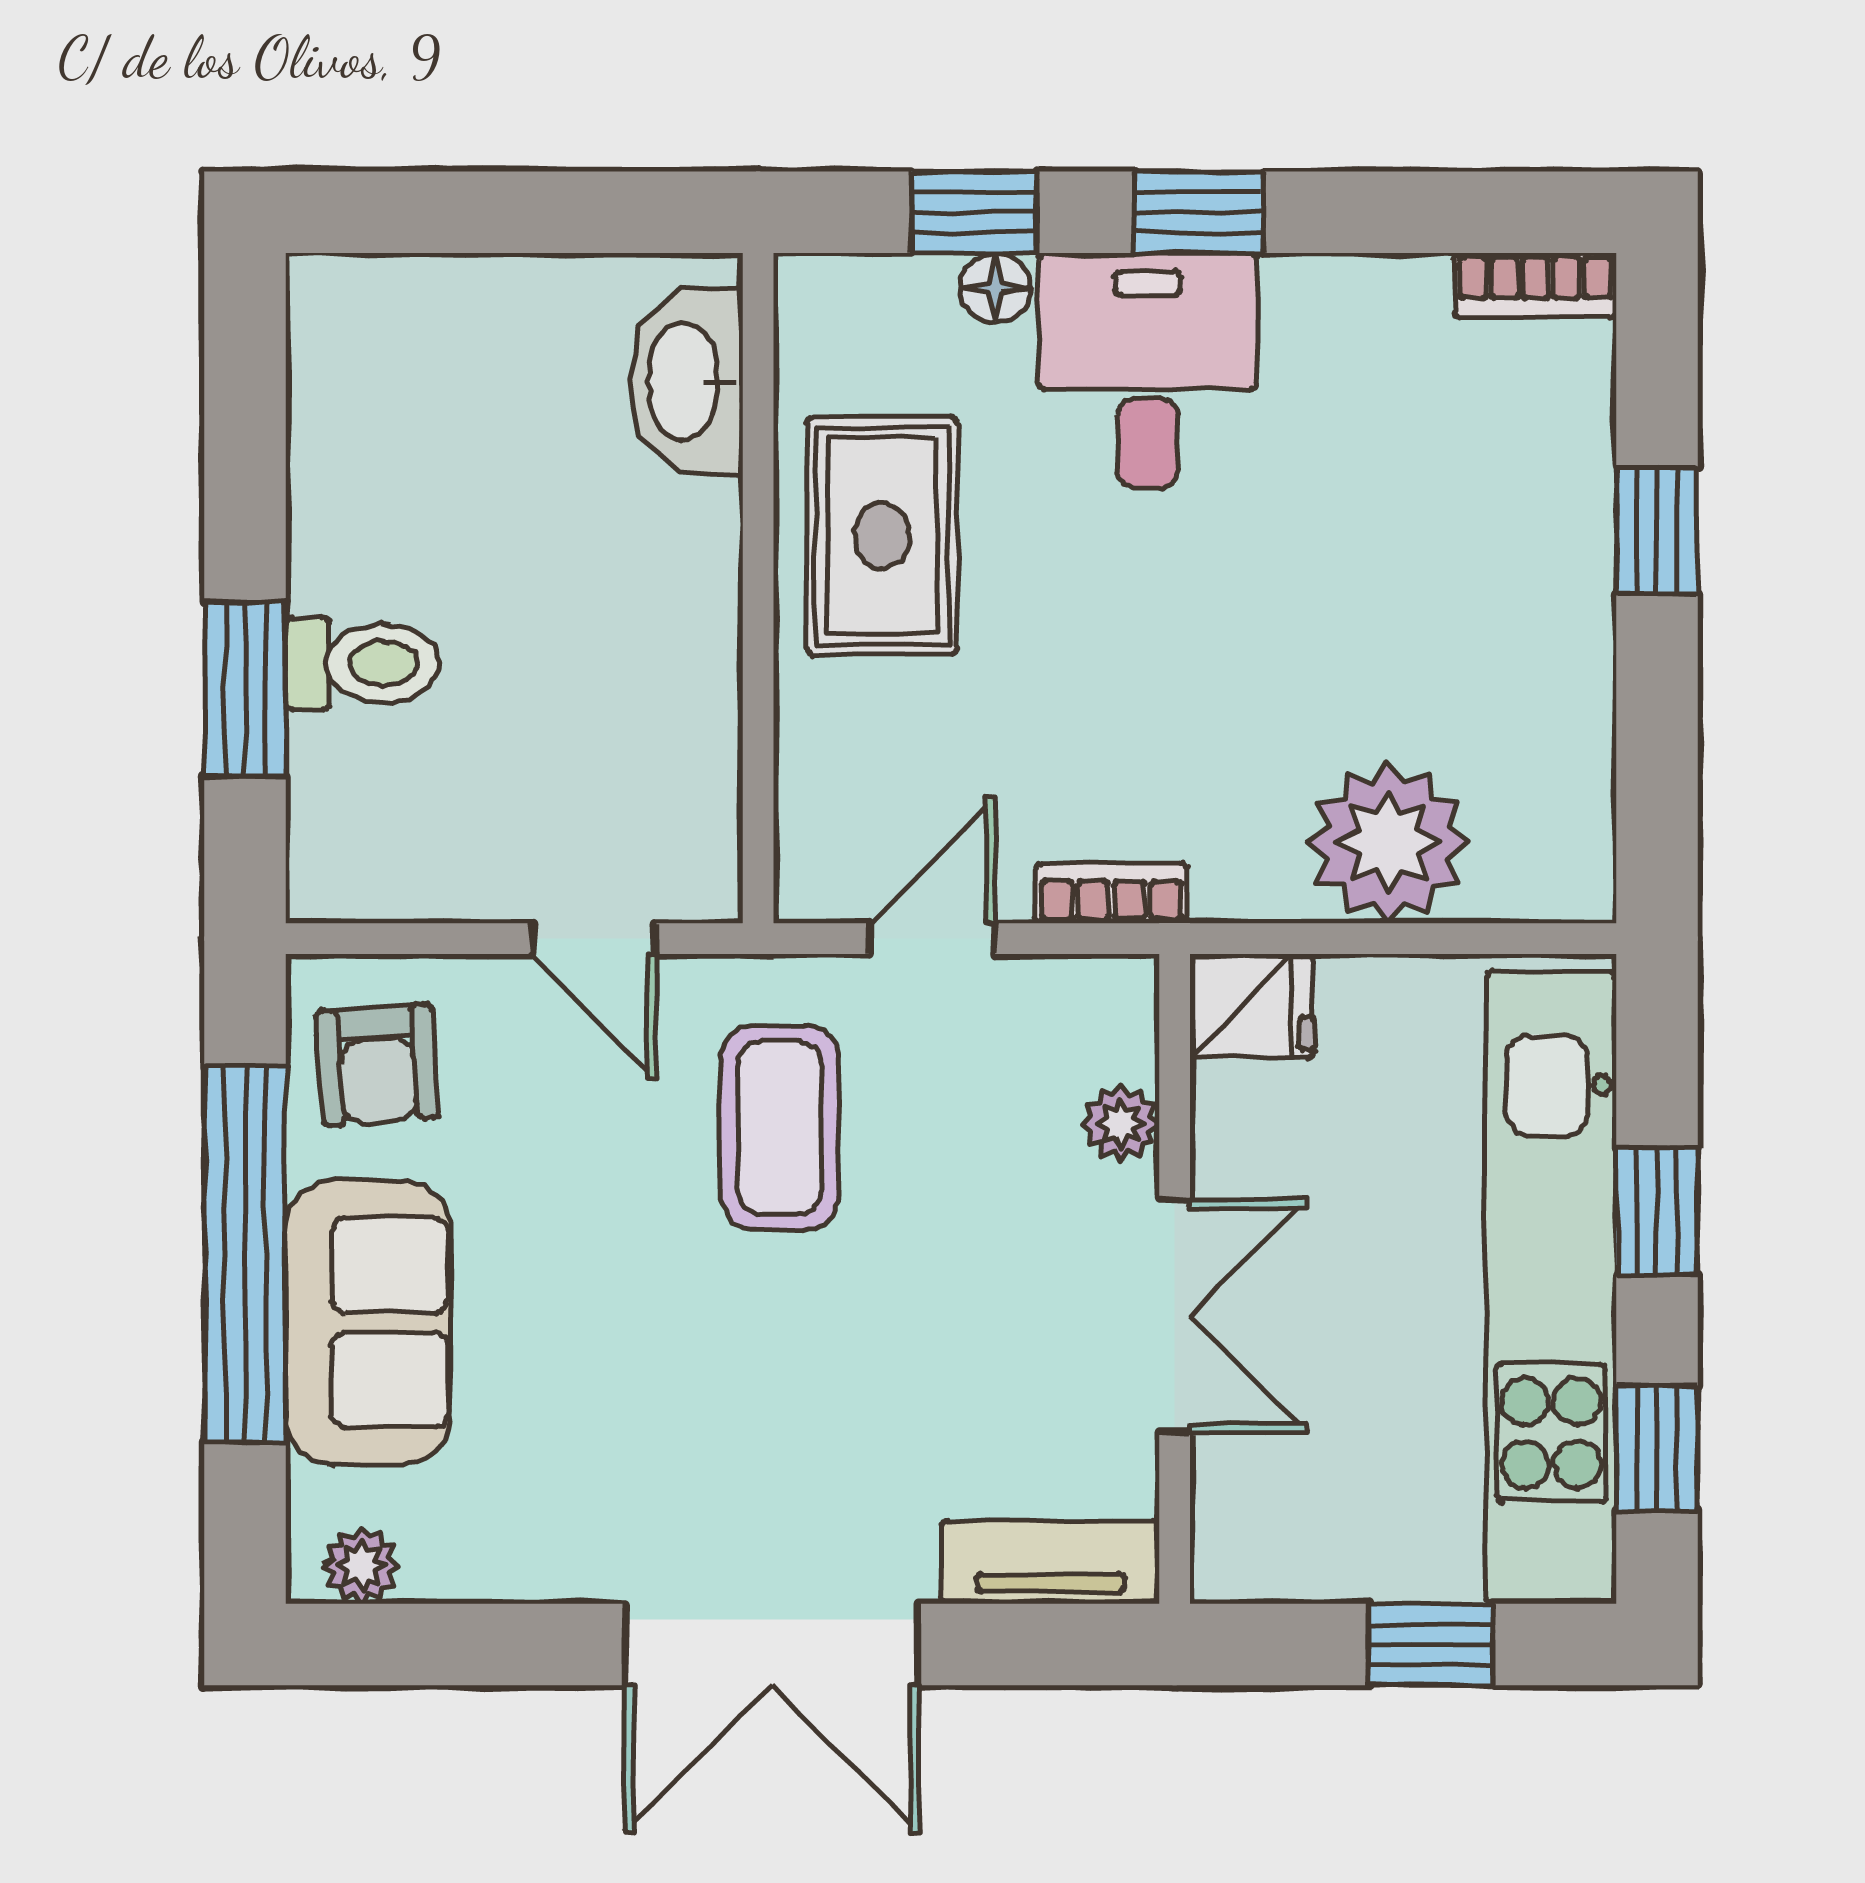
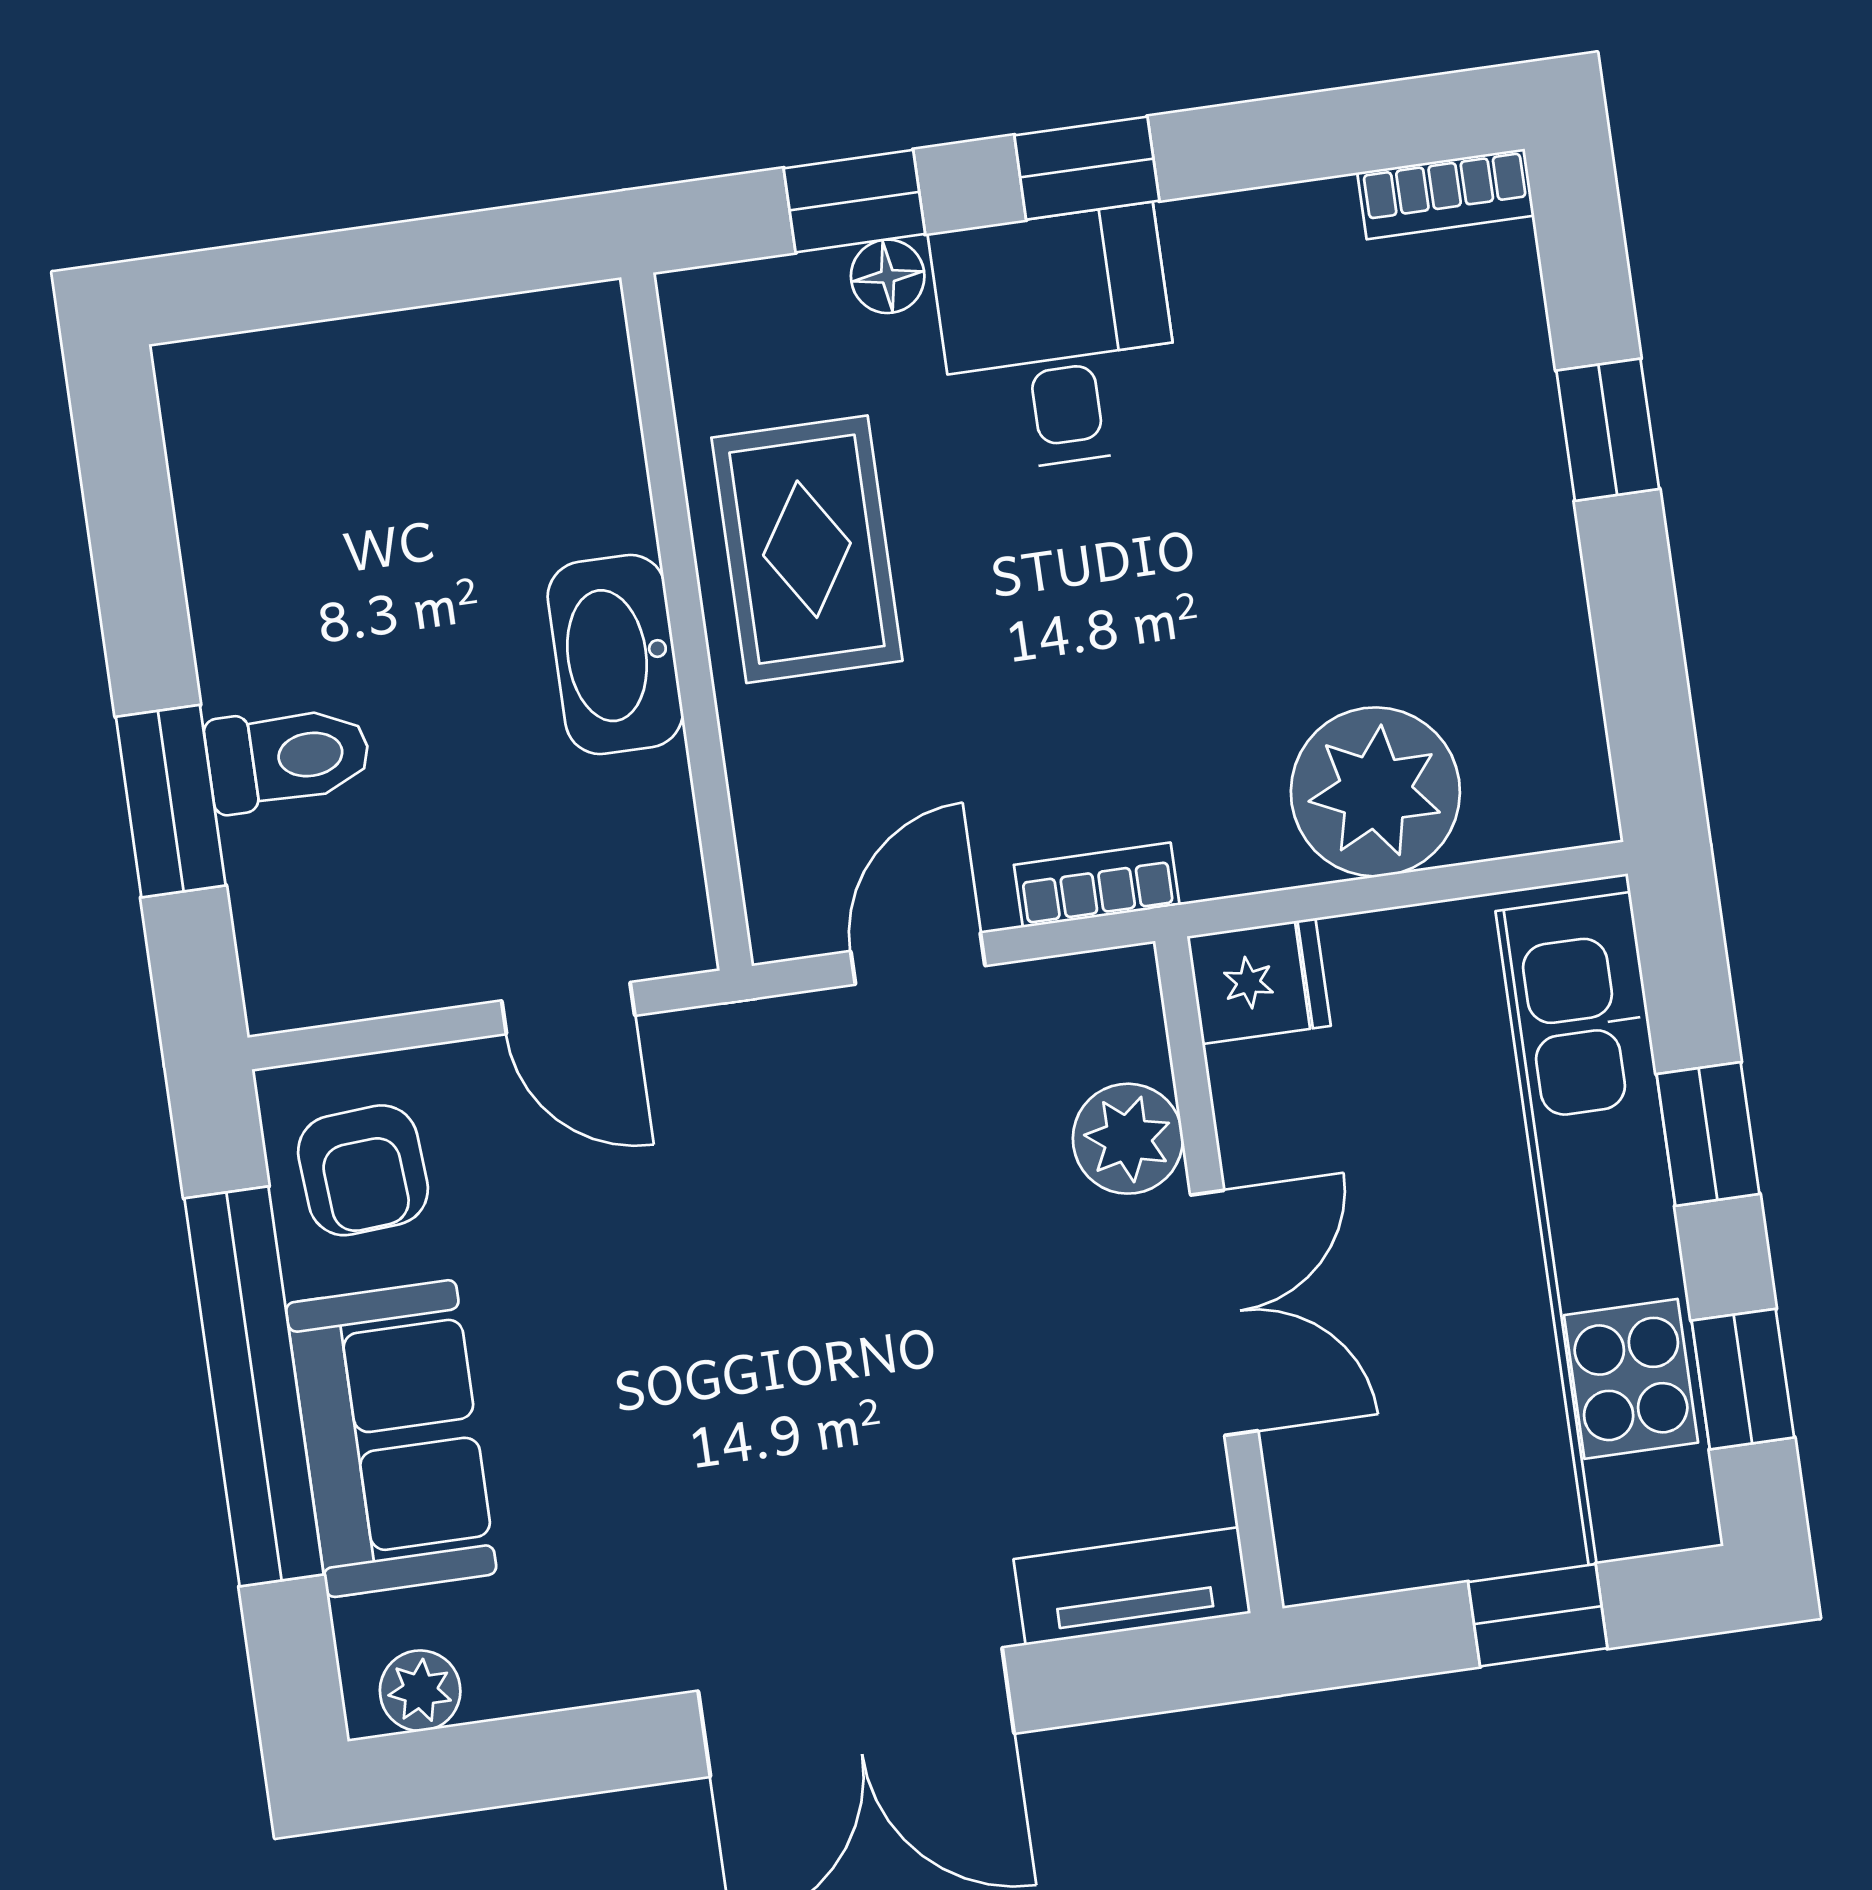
washbasin: (686, 381) -> (615, 654), moved
plant: (1121, 1123) -> (1128, 1139), width x1.38, depth x1.38
coffee table: (780, 1127) -> (788, 1176), removed

